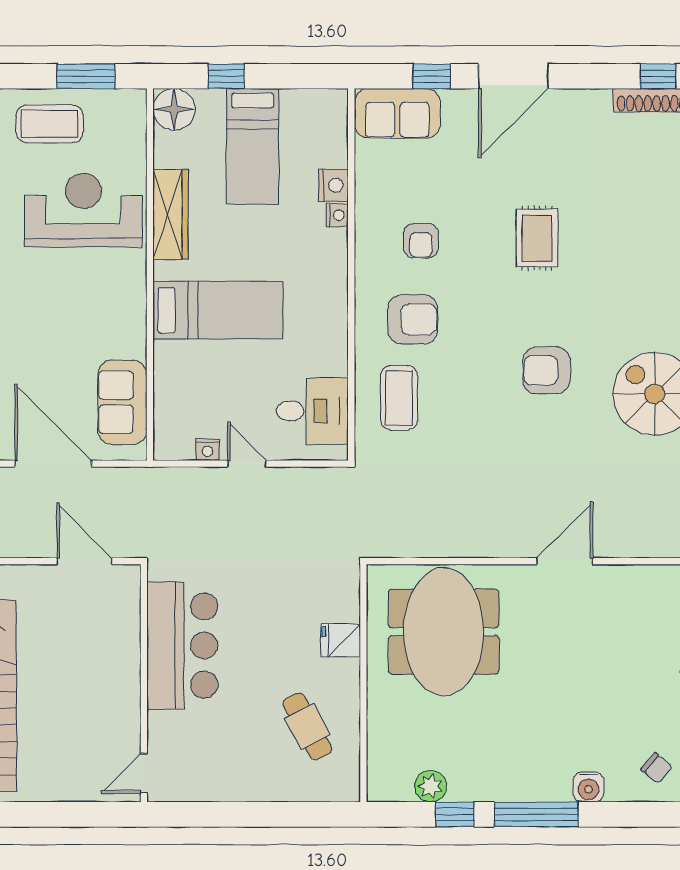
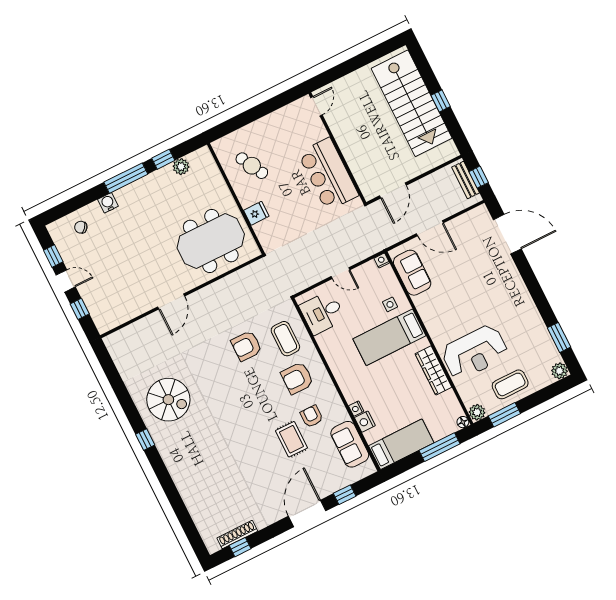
window: (226, 76) -> (439, 447), width x2.17
plant: (131, 104) -> (477, 412), added
floor lamp: (174, 109) -> (463, 422), width x0.53, depth x0.53
sofa: (397, 113) -> (350, 444), moved, turned -90
bed: (253, 146) -> (401, 444), moved, turned 90
rug: (537, 238) -> (291, 439), moved
side table: (188, 366) -> (390, 304), added
armchair: (547, 370) -> (246, 346), moved, turned 180
nightstand: (208, 450) -> (382, 261), moved
door: (53, 464) -> (430, 228), width x0.73
door: (84, 561) -> (393, 190), hinge flipped
meeting table: (444, 632) -> (211, 241), turned 90

